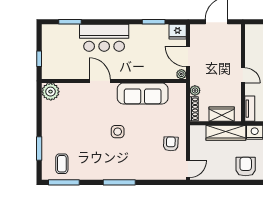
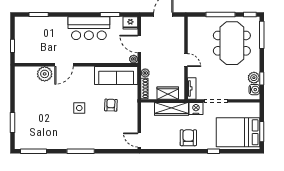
bar counter: (104, 38) -> (89, 28), moved
door: (100, 81) -> (64, 65), swing flipped
plant: (51, 92) -> (45, 74), moved
sofa: (143, 93) -> (116, 76), moved
armchair: (171, 144) -> (111, 105), moved
coffee table: (62, 164) -> (32, 135), removed
door: (188, 169) -> (139, 140), swing flipped

